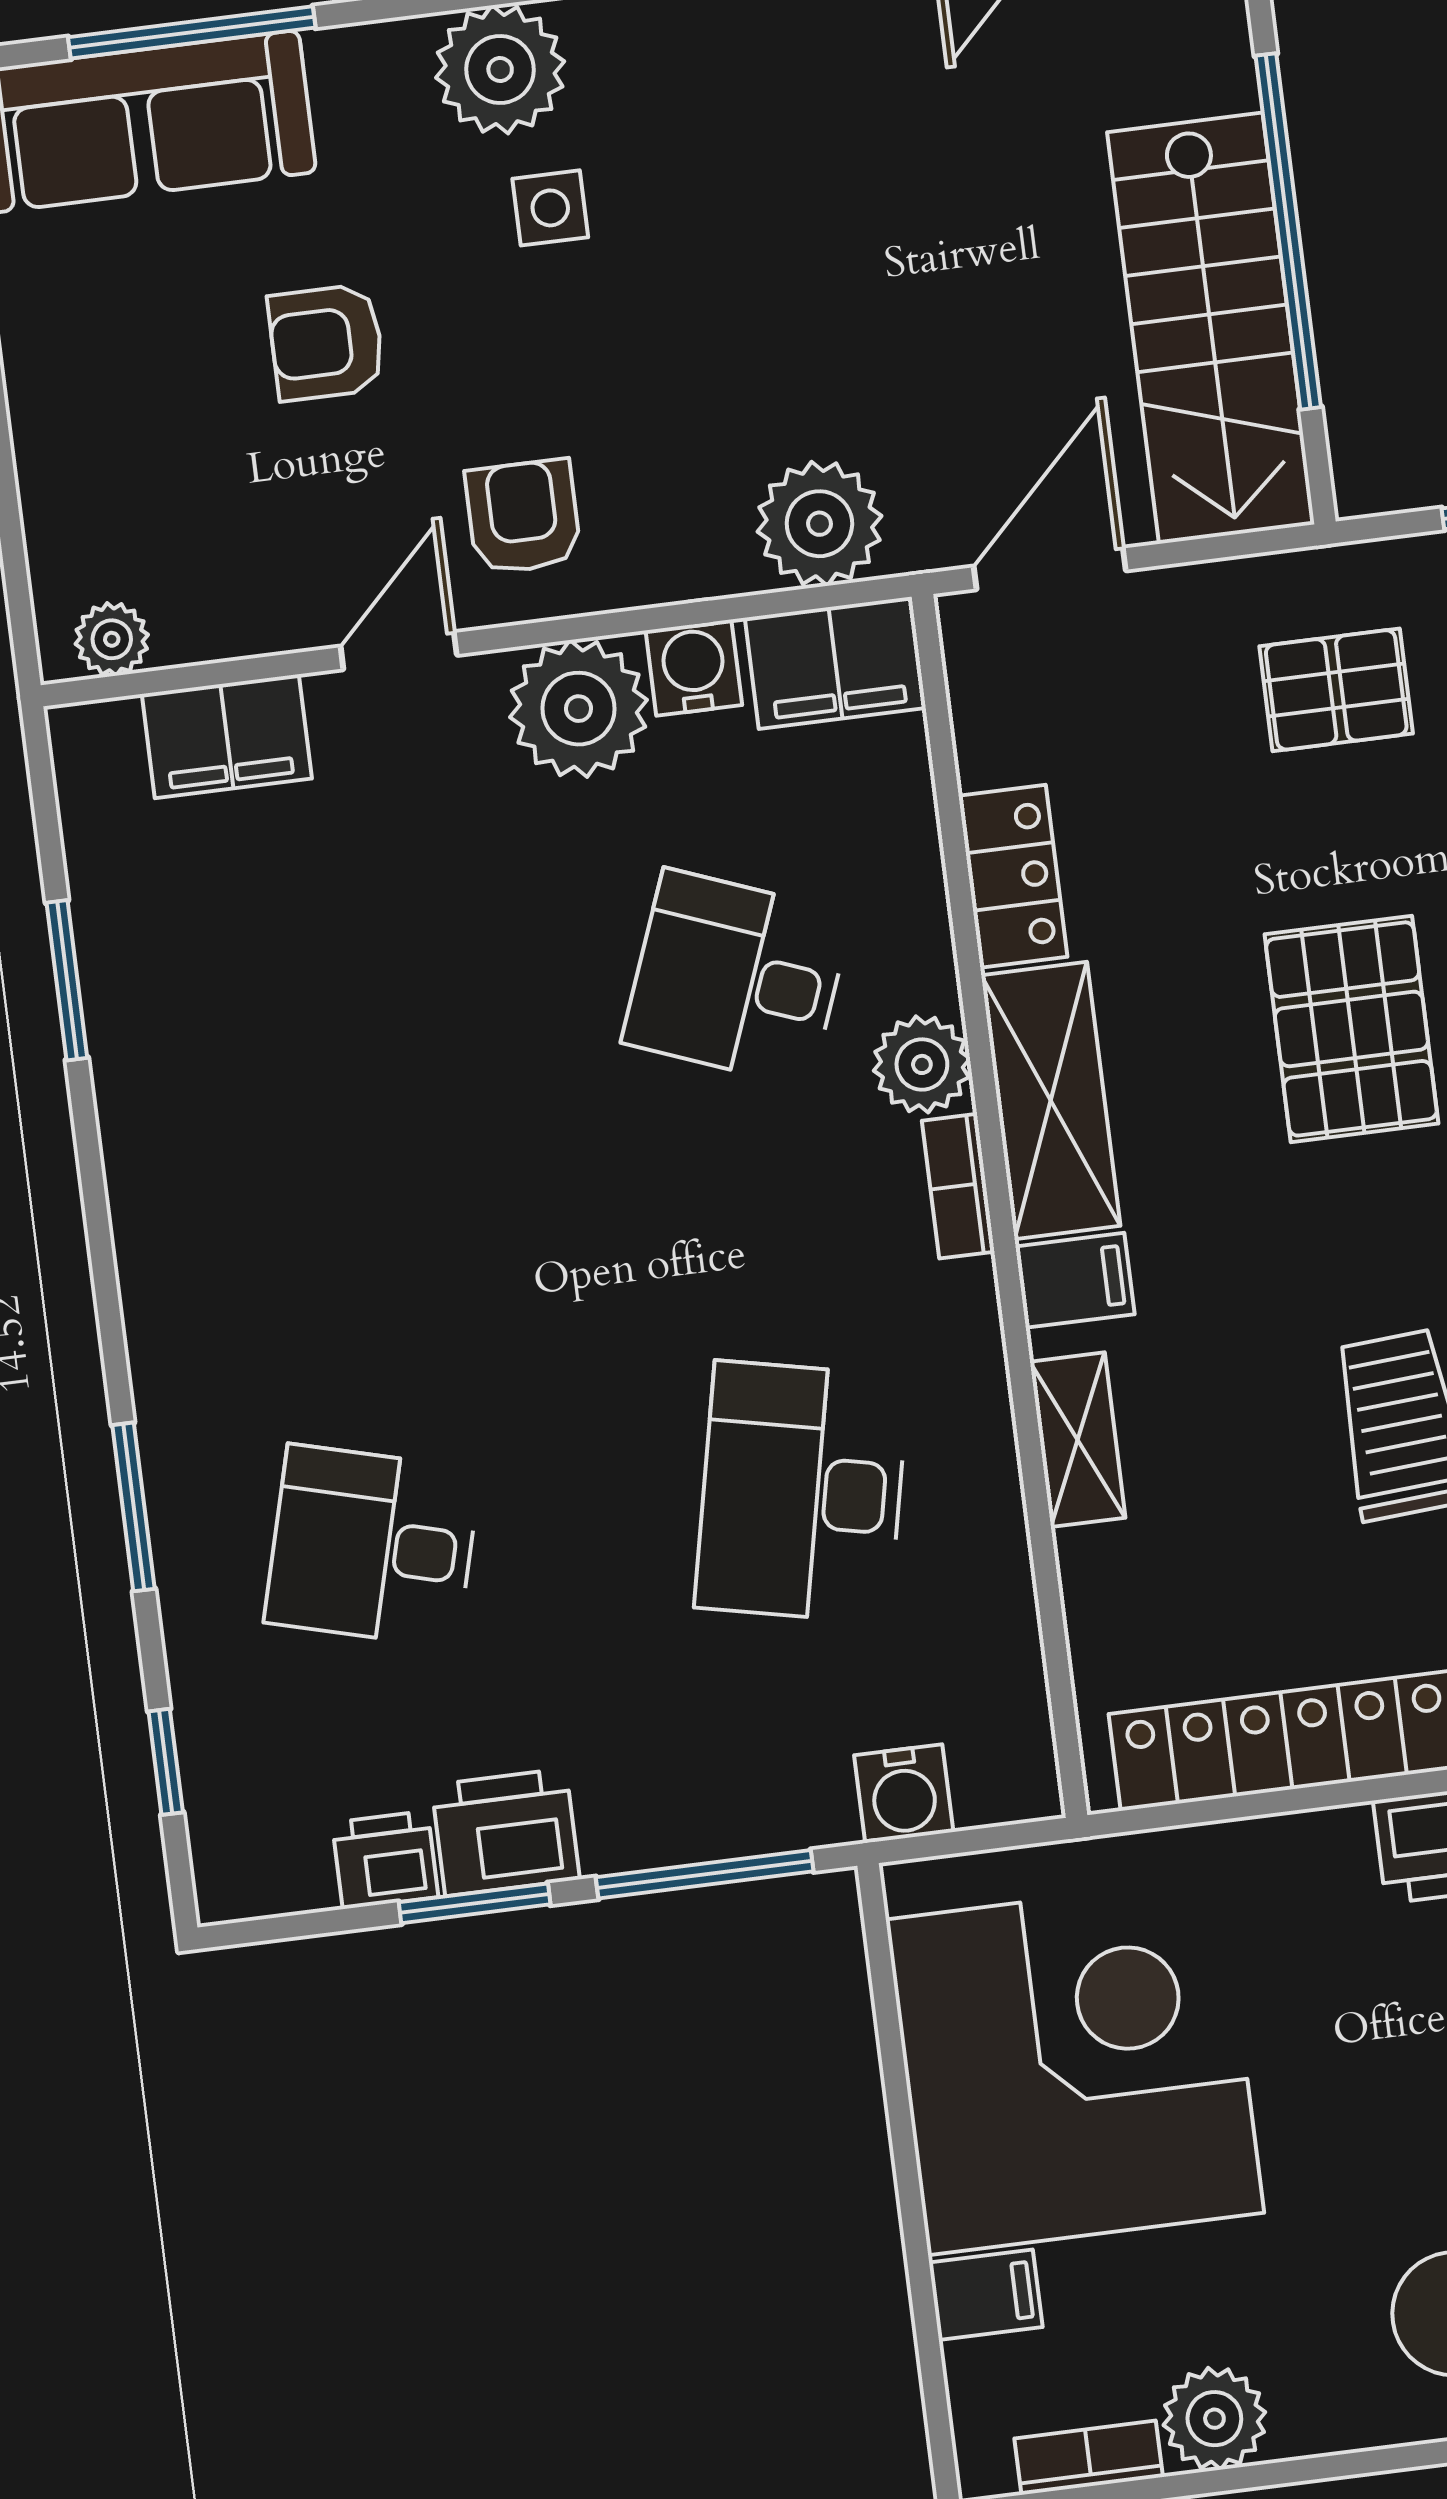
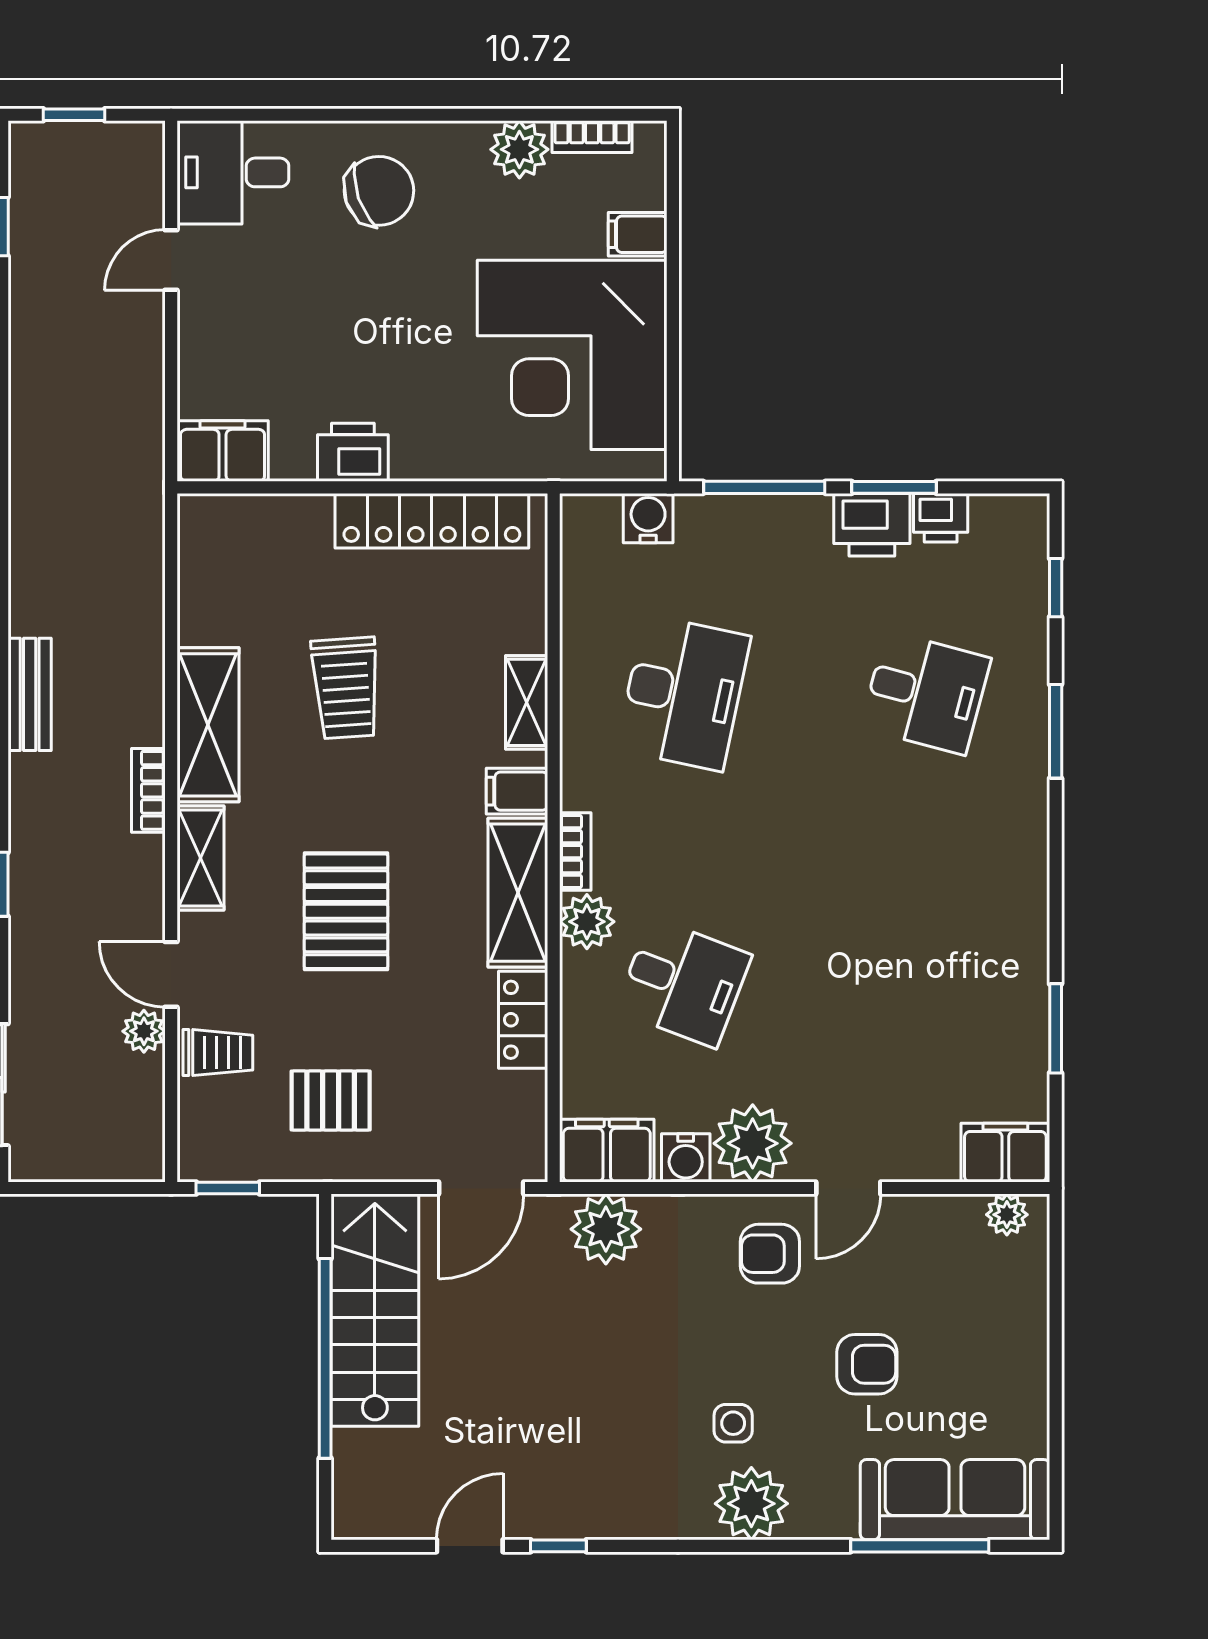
armchair: (523, 517) -> (770, 1254), turned 90
filing cabinet: (227, 736) -> (1005, 1153), moved

